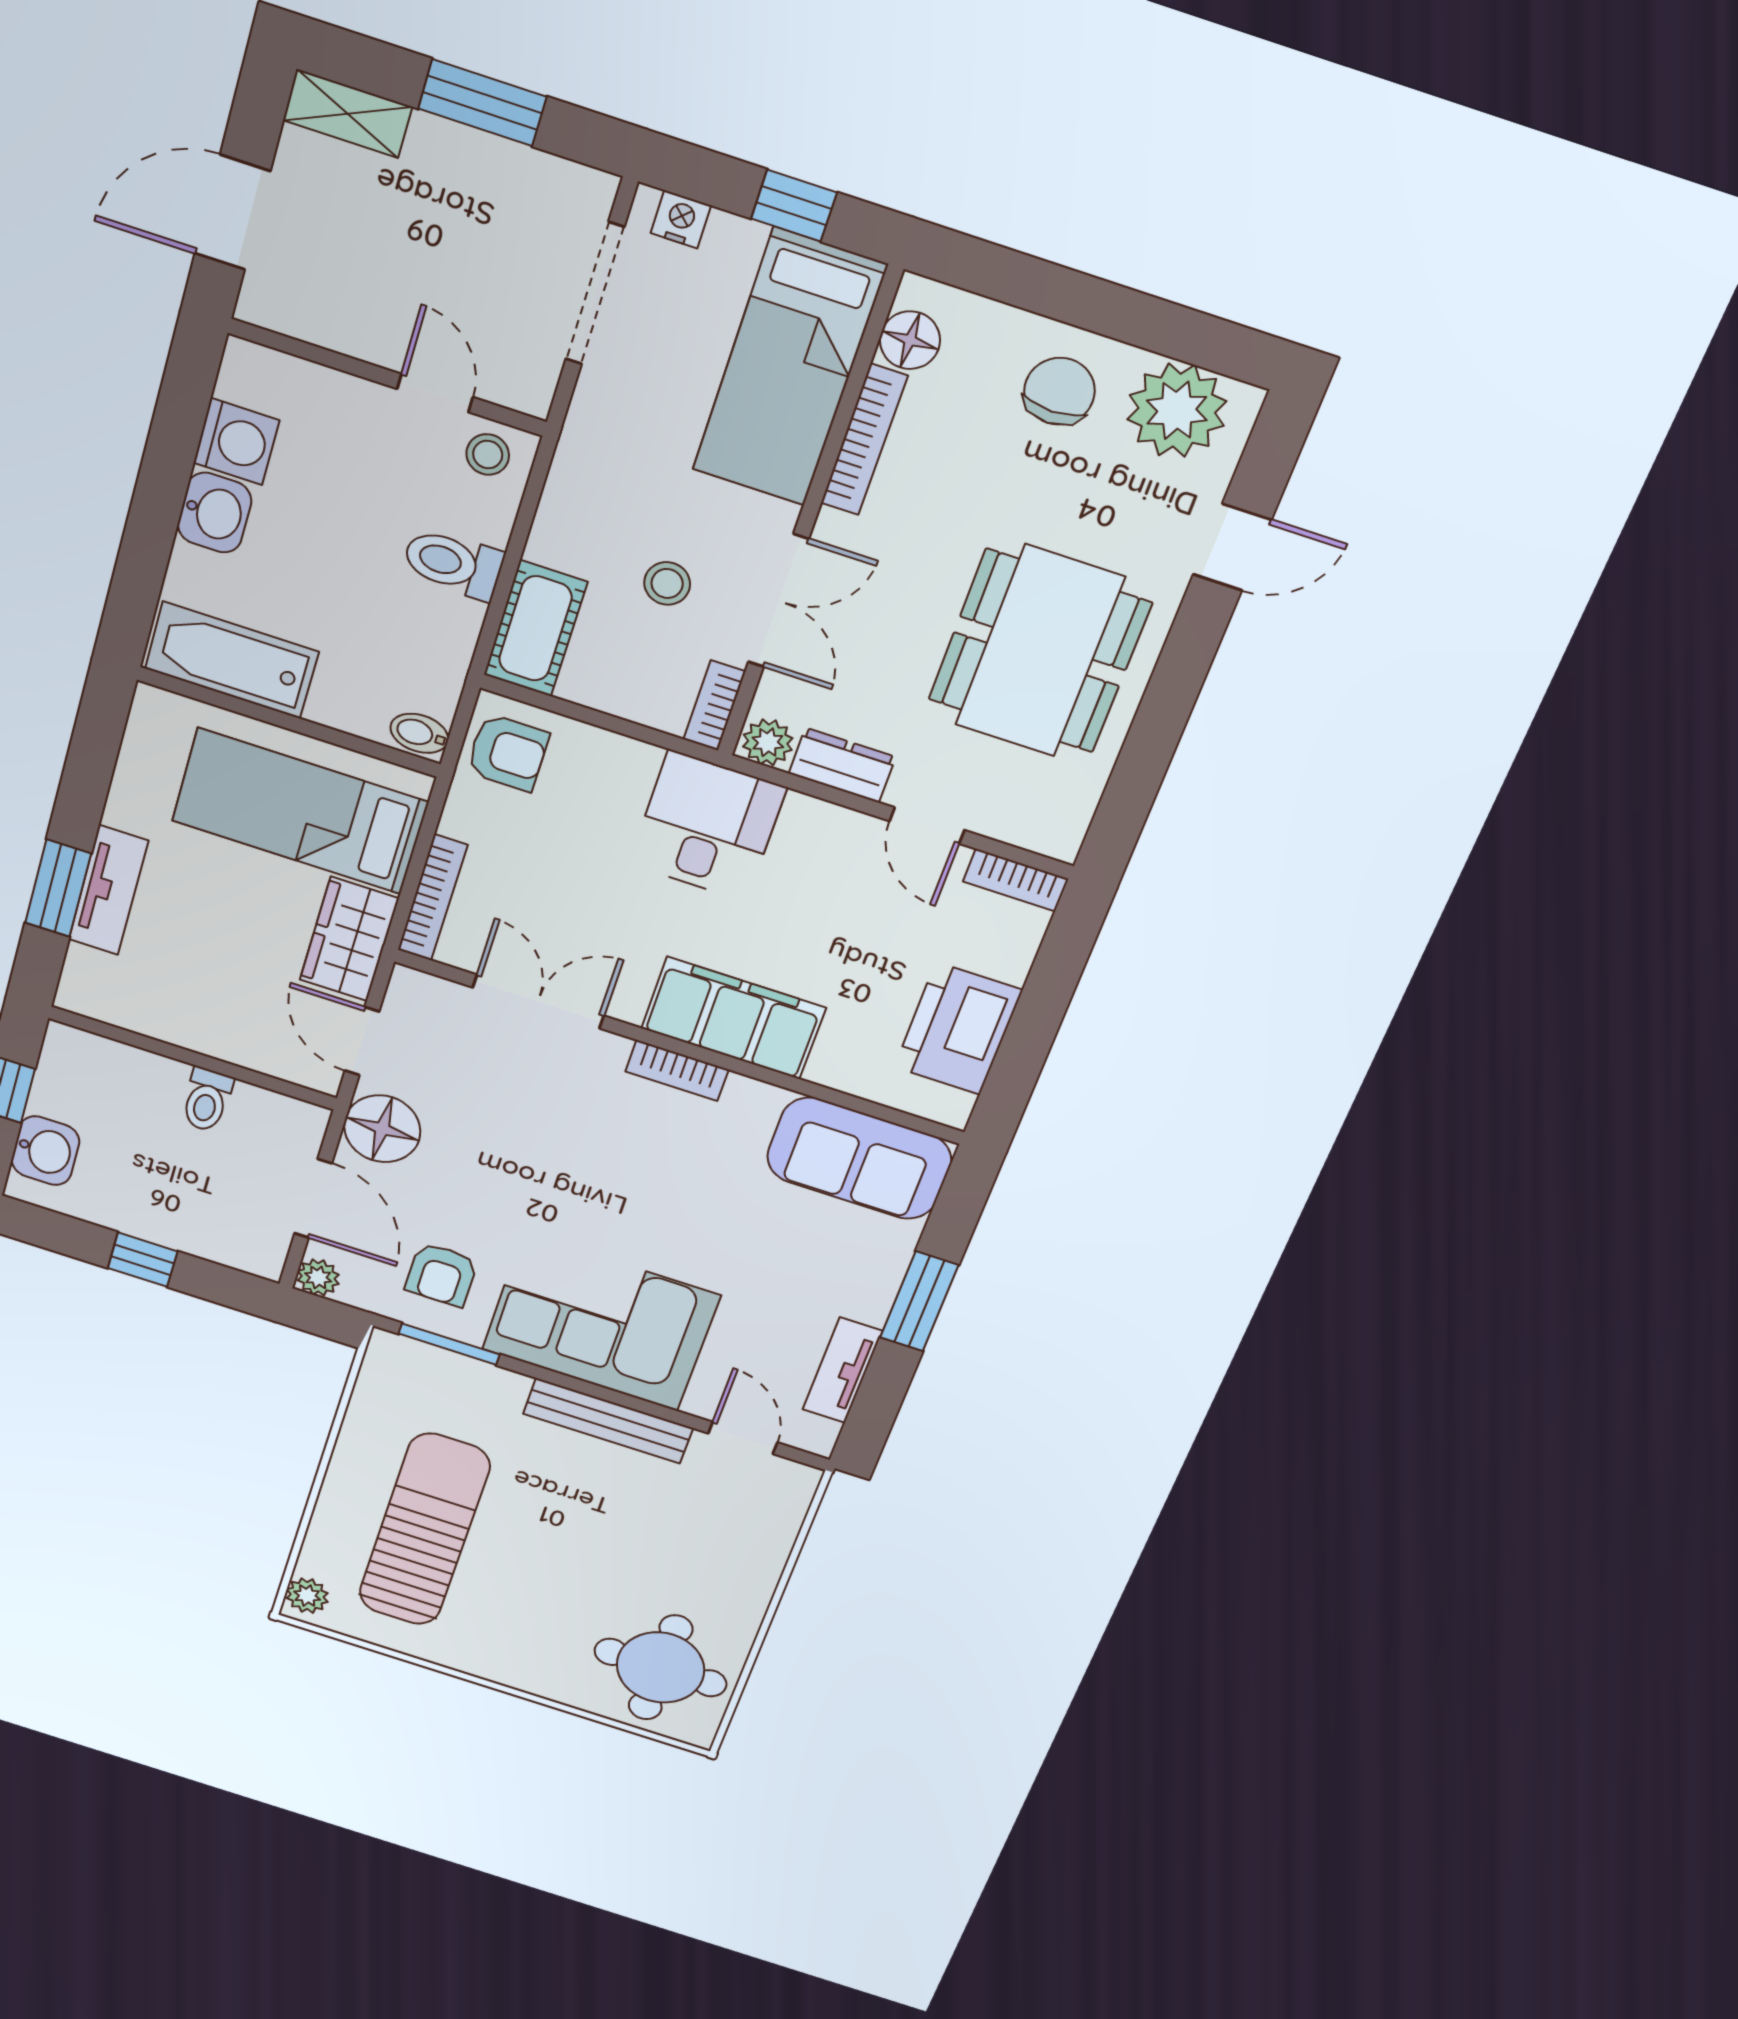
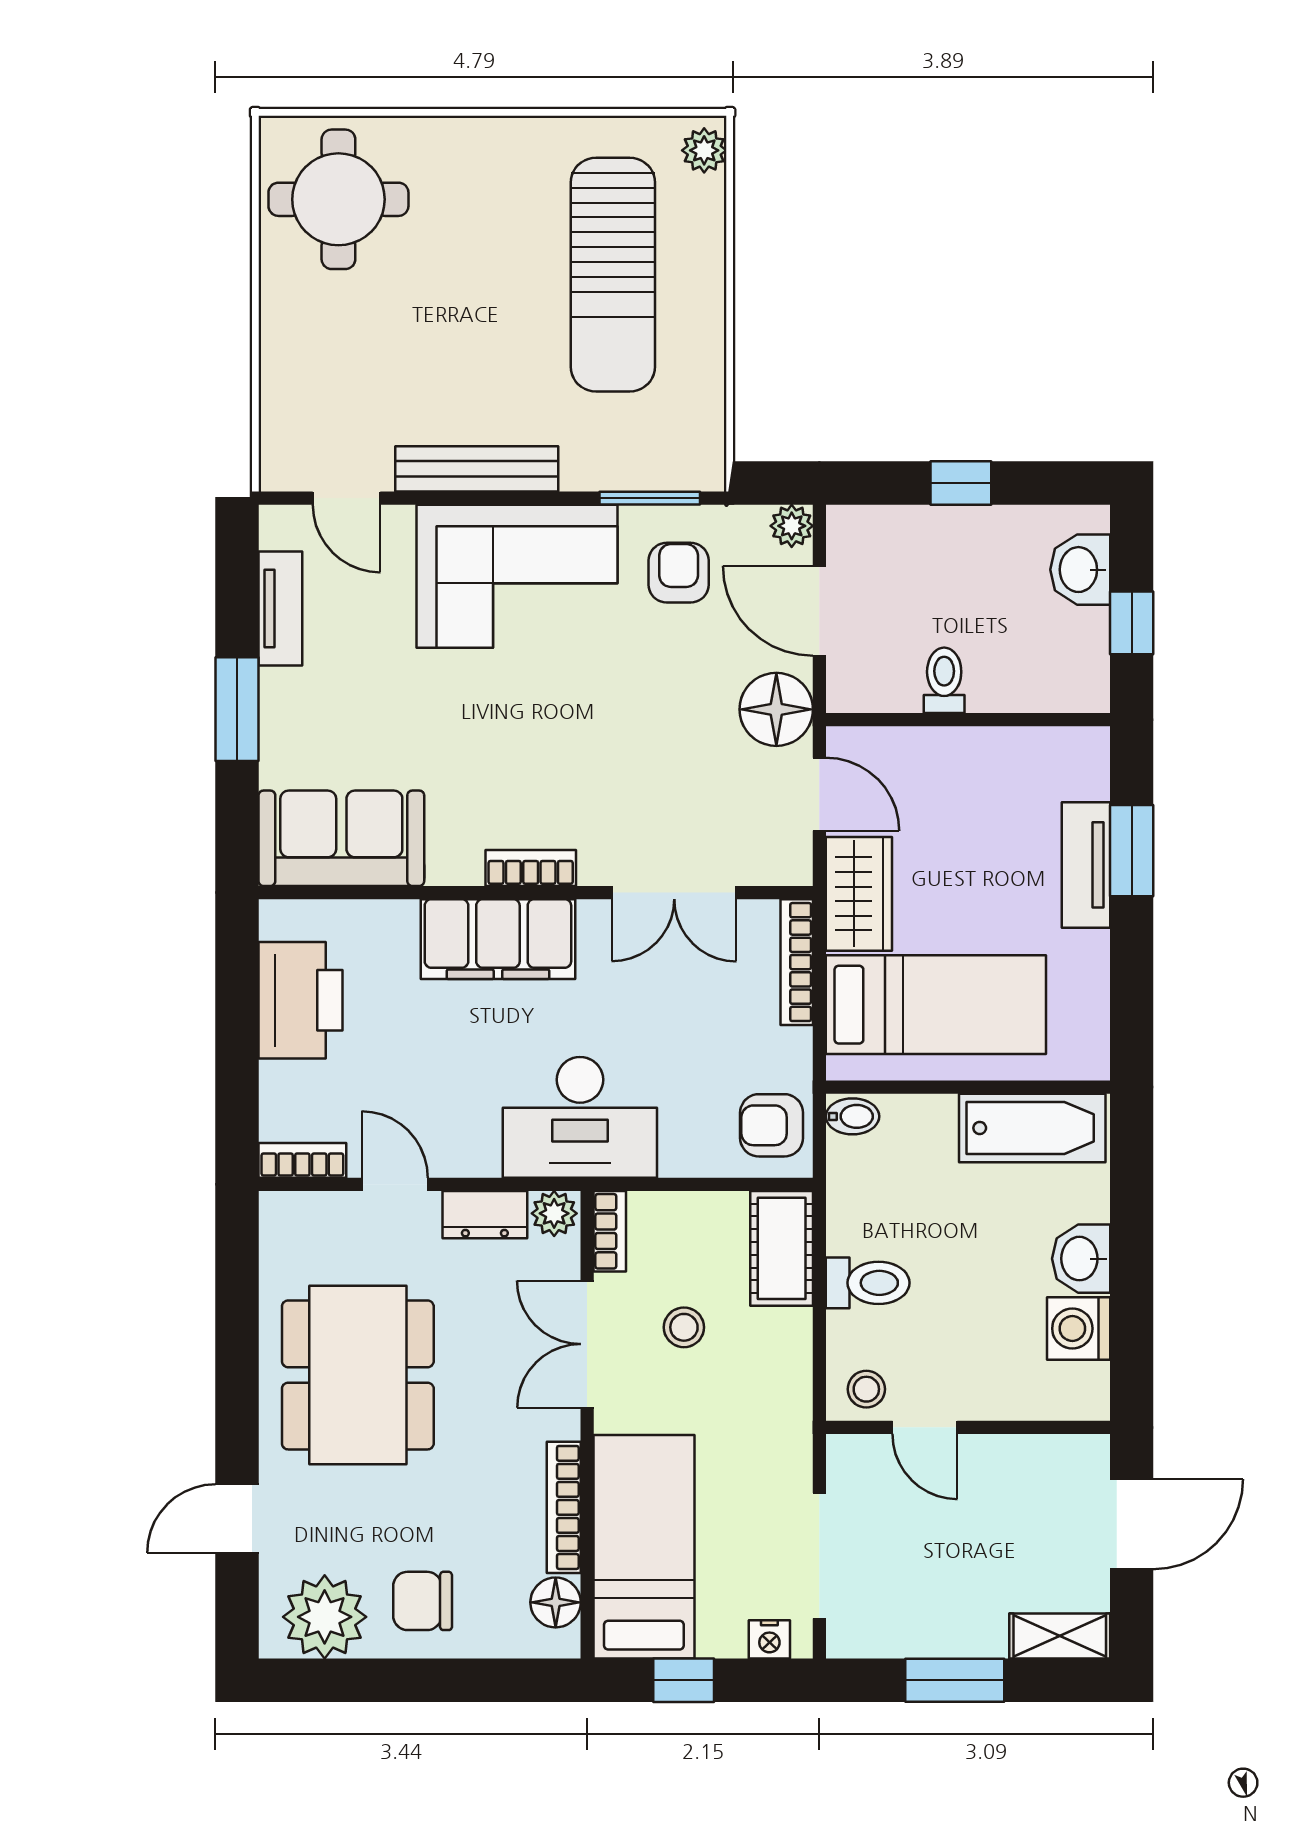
chair: (1059, 391) -> (423, 1601), turned 90
desk: (707, 826) -> (580, 1117), width x1.37

